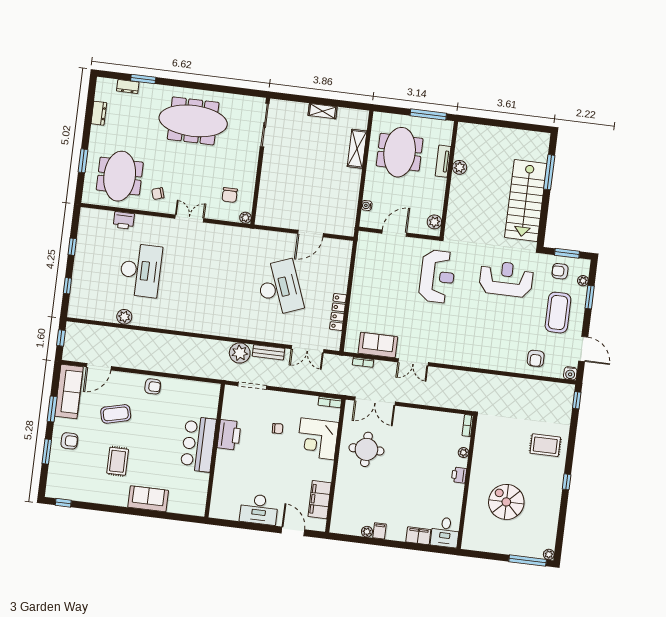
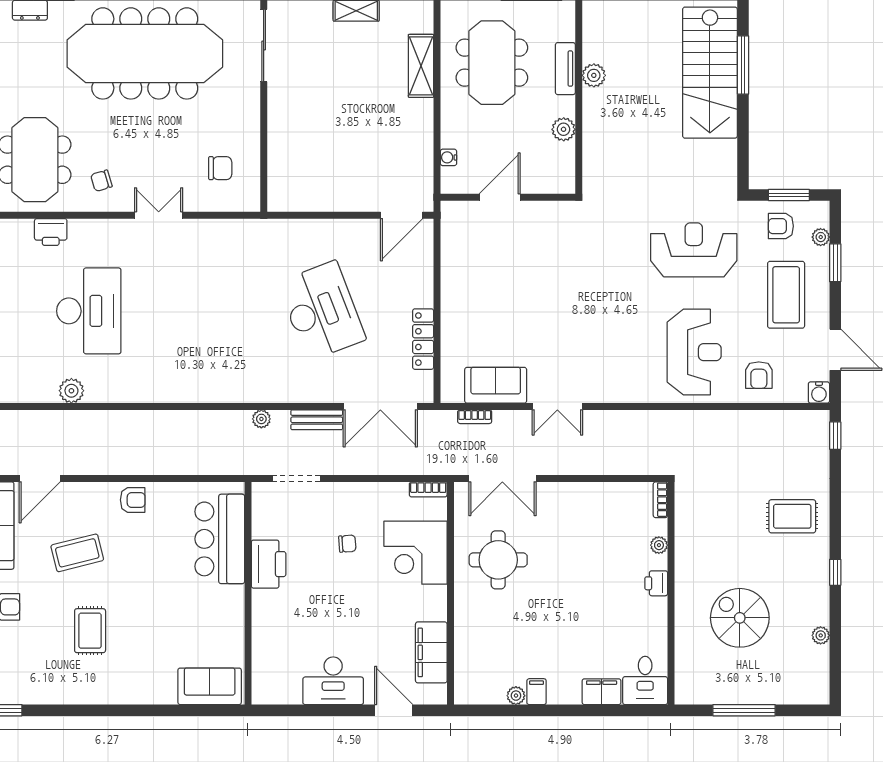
meeting table: (193, 121) -> (145, 53), width x1.36, depth x1.27
chair: (230, 195) -> (220, 168), turned -90
stairs: (526, 200) -> (710, 73), moved
plant: (245, 218) -> (251, 202), removed
plant: (434, 222) -> (564, 129), moved
door: (310, 234) -> (402, 215), moved
reception desk: (437, 276) -> (694, 352), moved
double door: (307, 349) -> (380, 406), width x1.37
plant: (240, 353) -> (261, 419), width x0.53, depth x0.53
bar counter: (198, 444) -> (220, 539), moved
sofa: (148, 499) -> (210, 686), moved
plant: (549, 554) -> (821, 635), moved
window: (528, 561) -> (744, 710), moved

